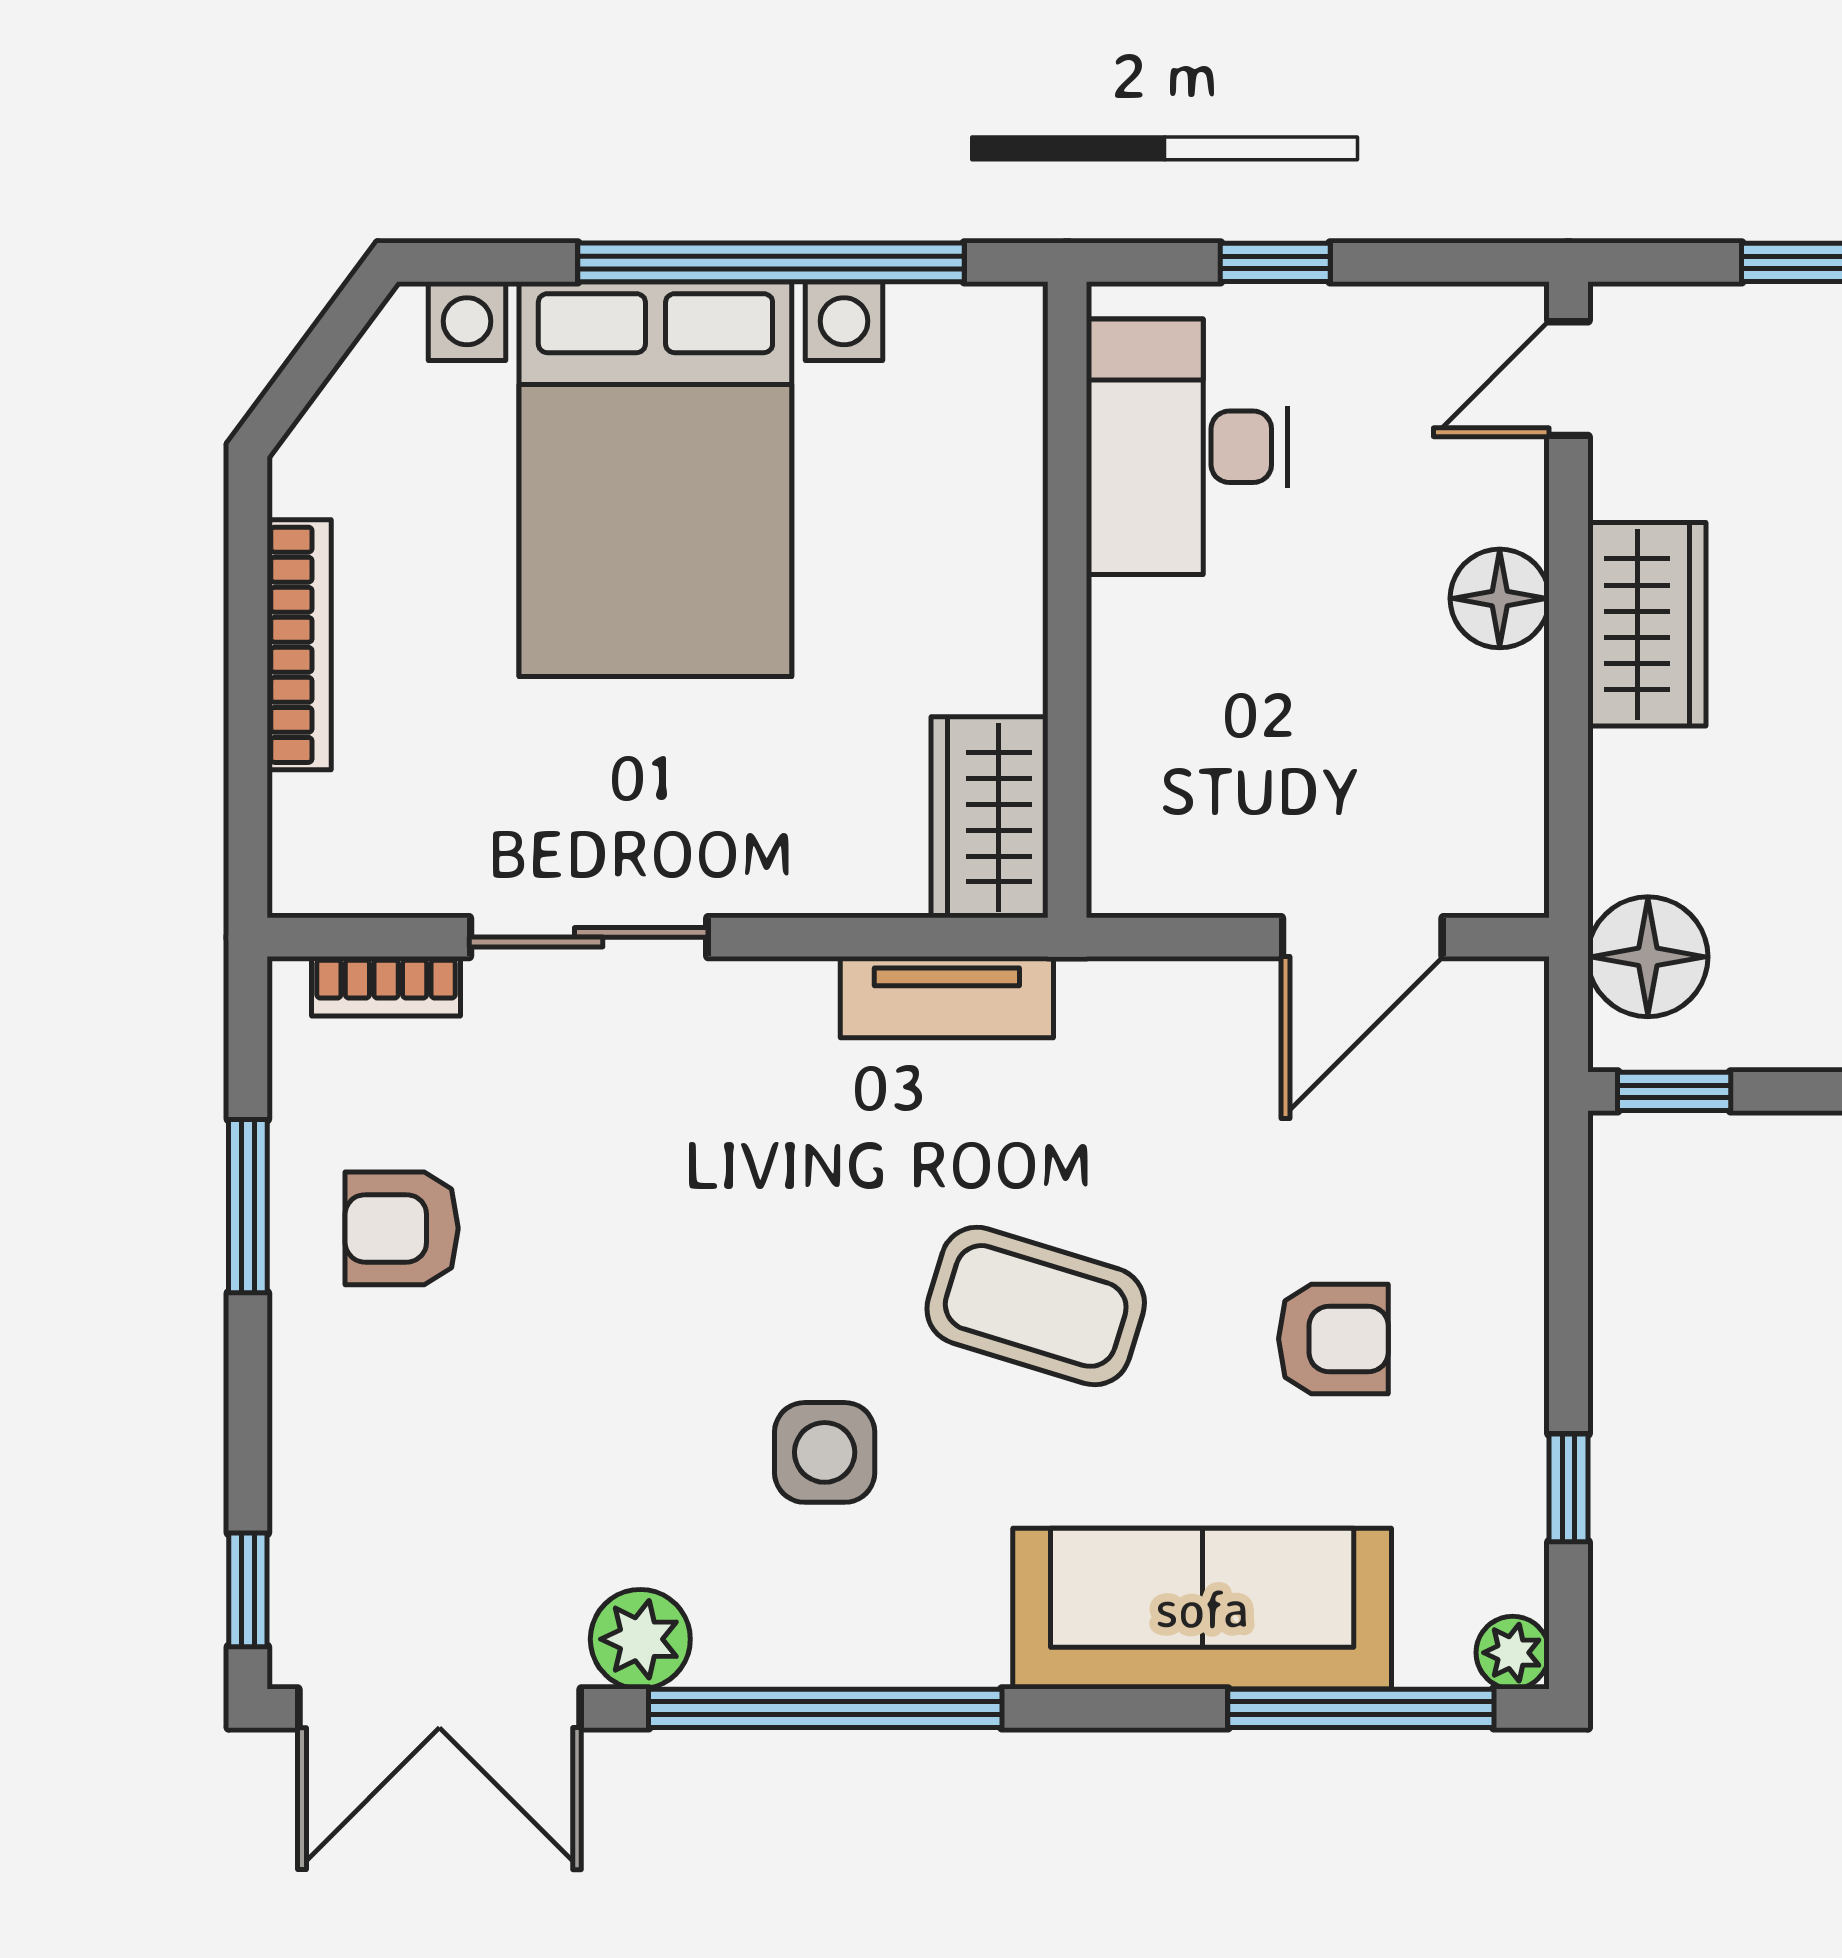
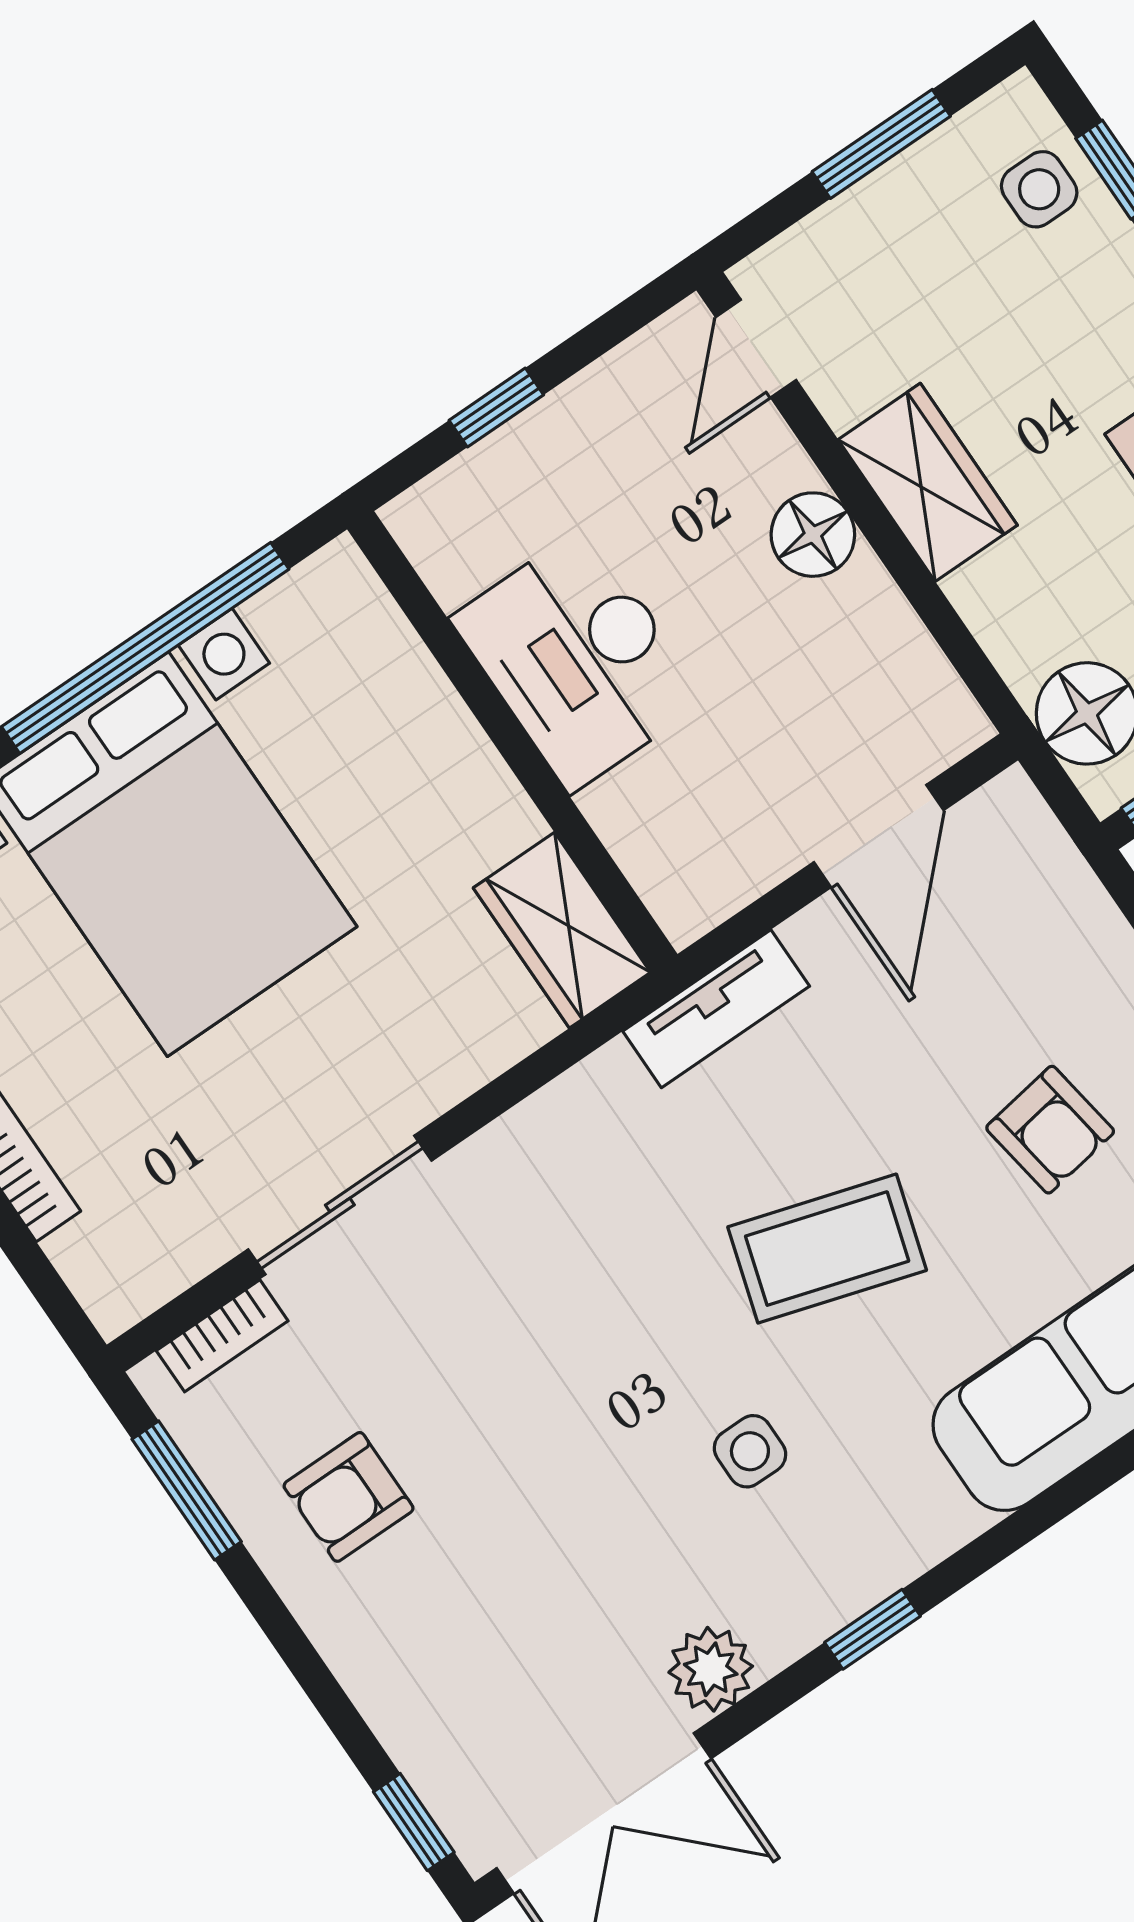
desk: (1187, 447) -> (578, 659), moved
tv unit: (947, 997) -> (716, 1009), moved
window: (248, 1206) -> (187, 1490), moved
armchair: (1333, 1339) -> (1050, 1130), turned 81
side table: (825, 1452) -> (750, 1451), width x0.73, depth x0.73
window: (825, 1708) -> (872, 1629), width x0.32

